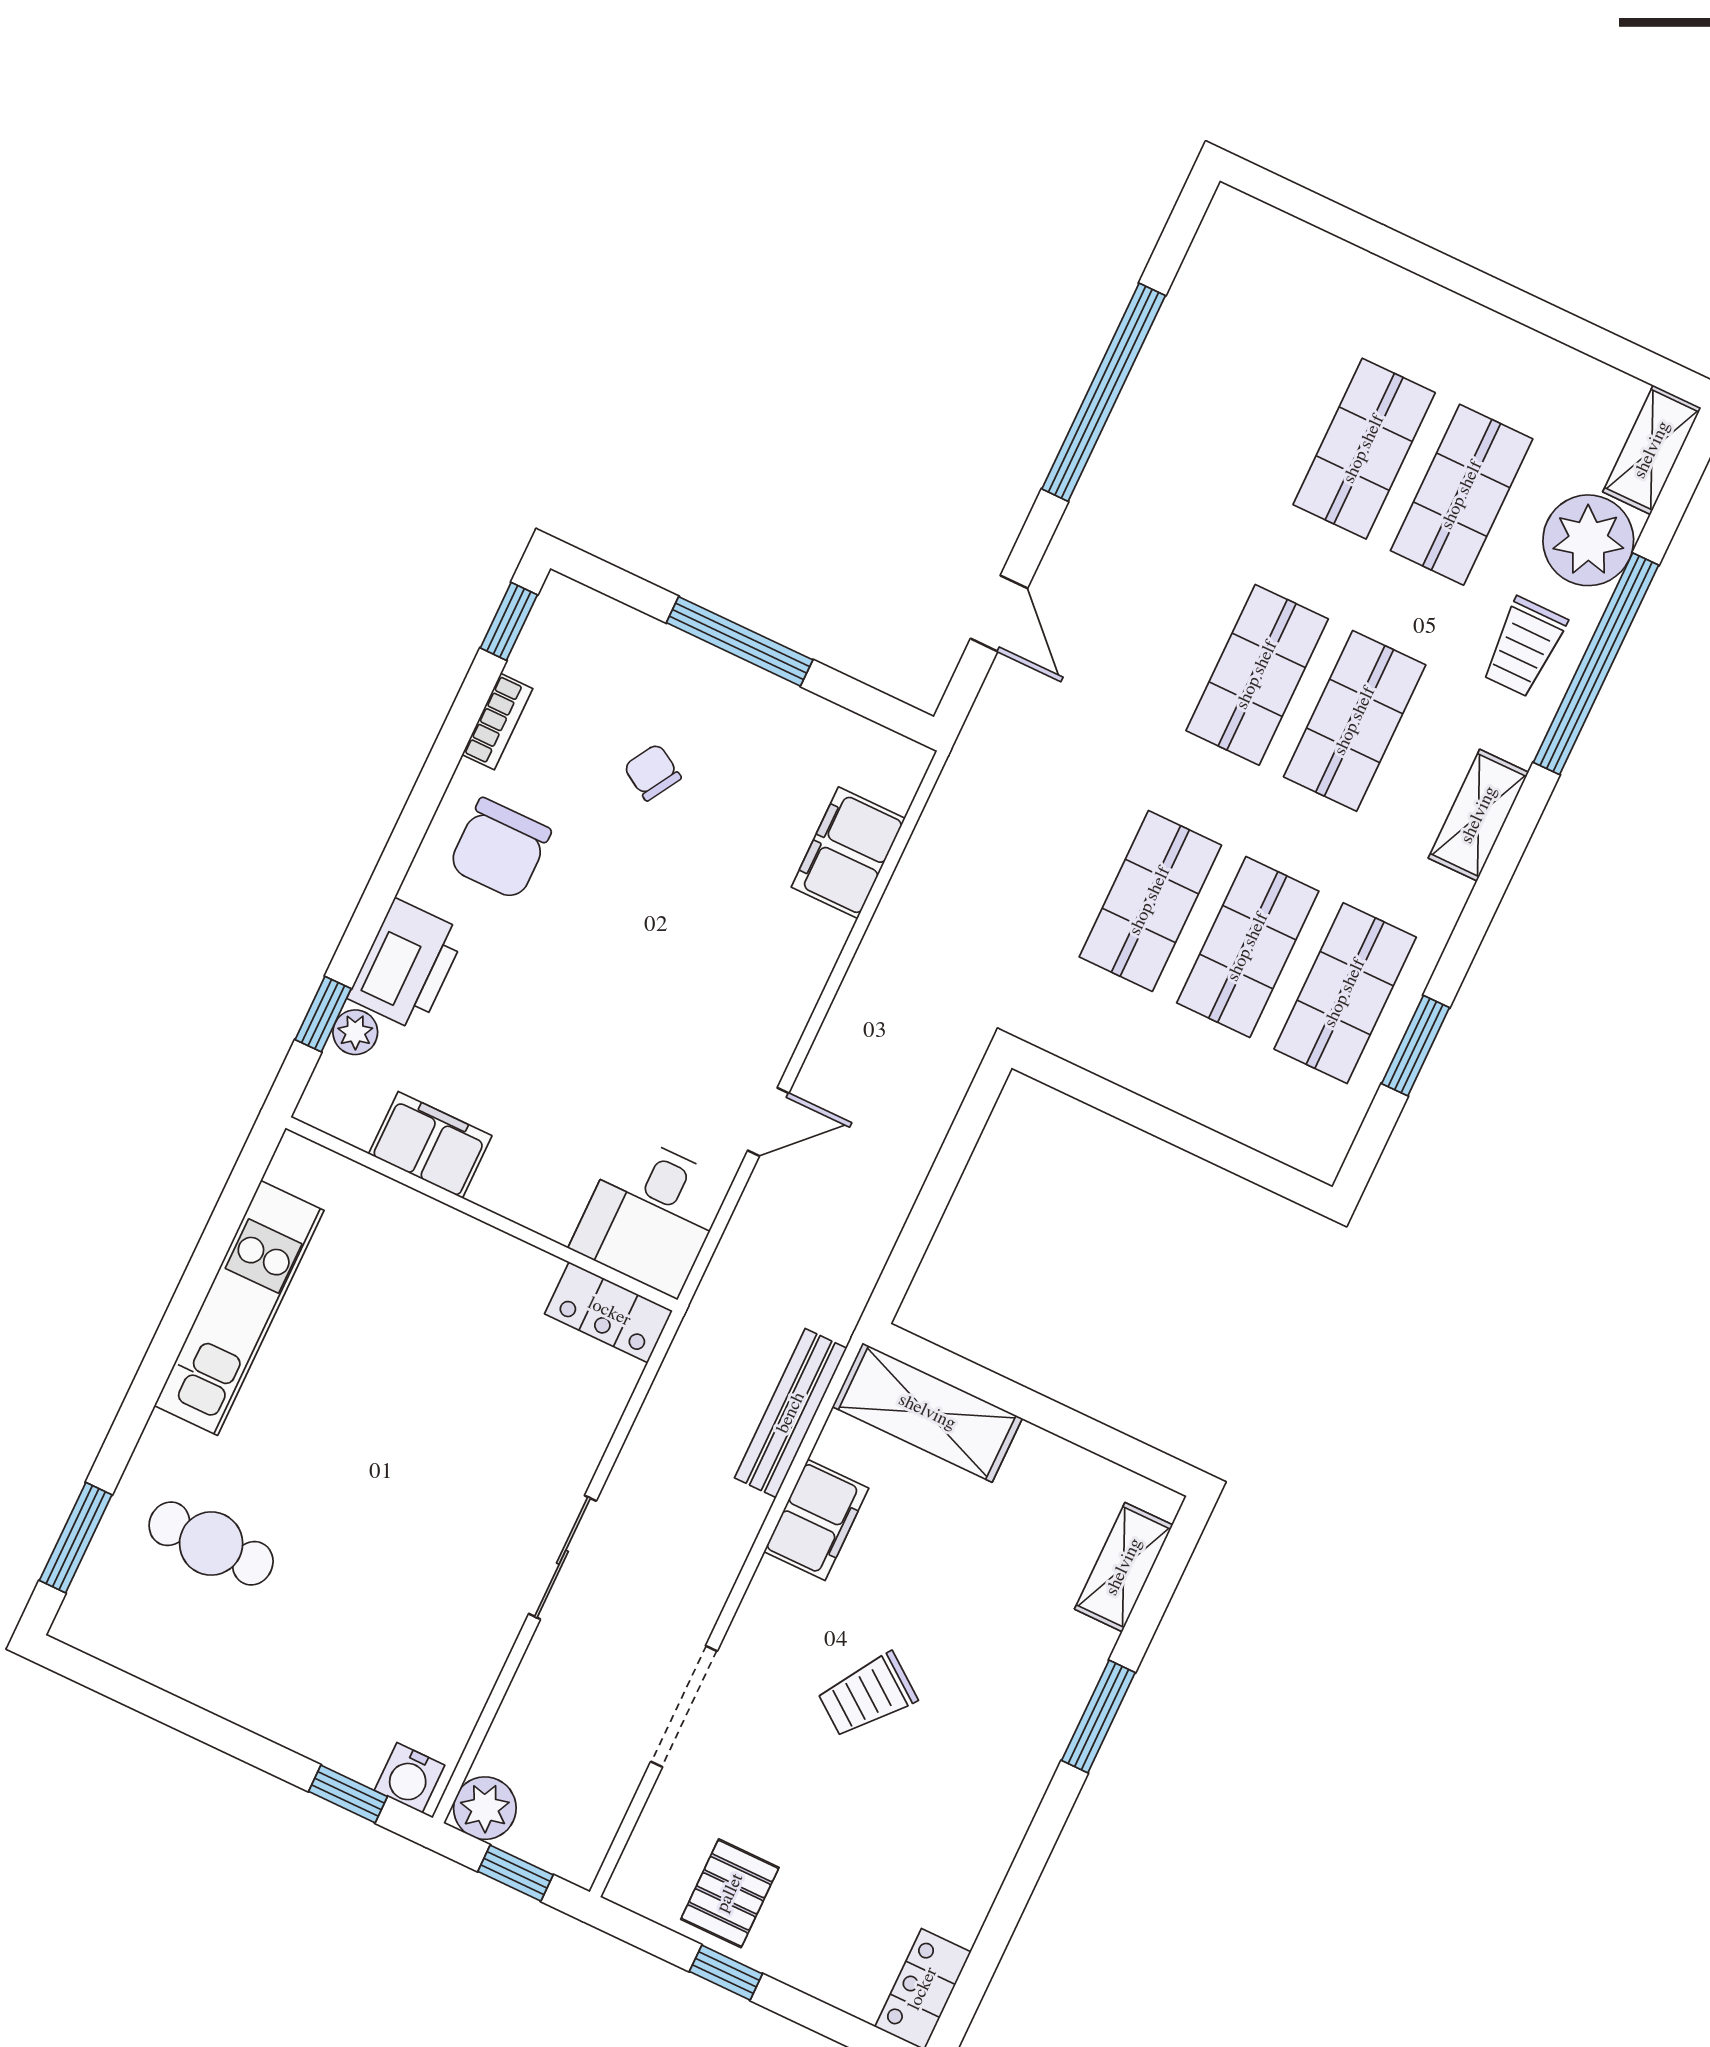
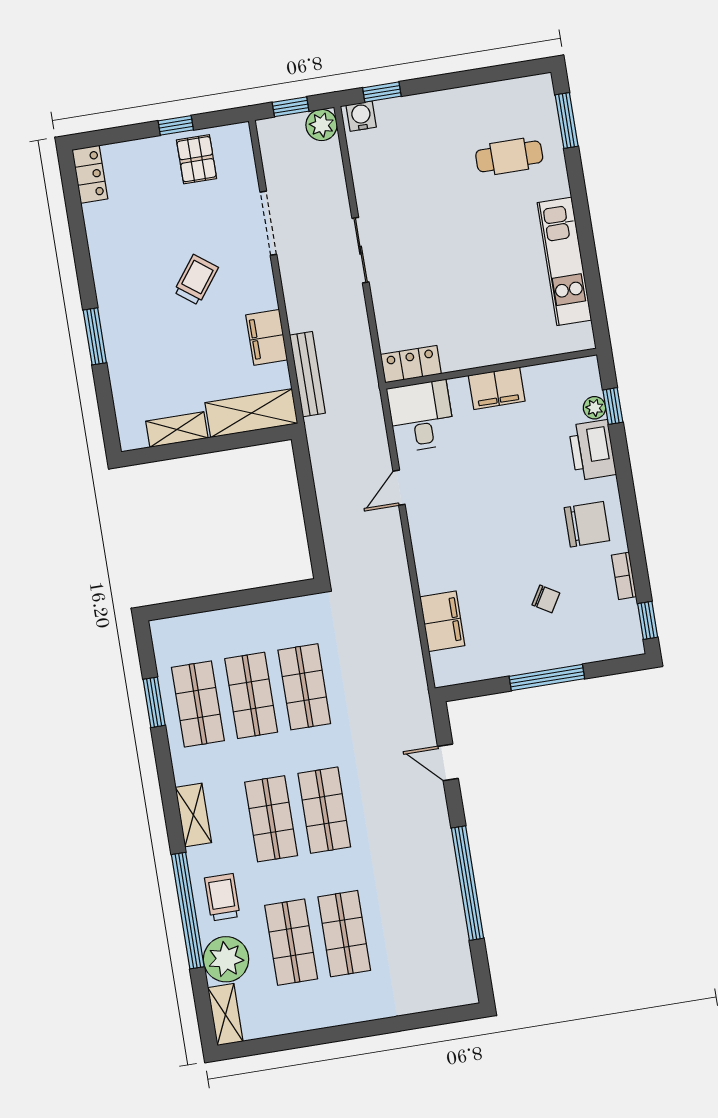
chair: (500, 849) -> (587, 524), turned 90
filing cabinet: (430, 1145) -> (497, 388), moved
shelving: (1124, 1567) -> (177, 430), moved, turned 90

